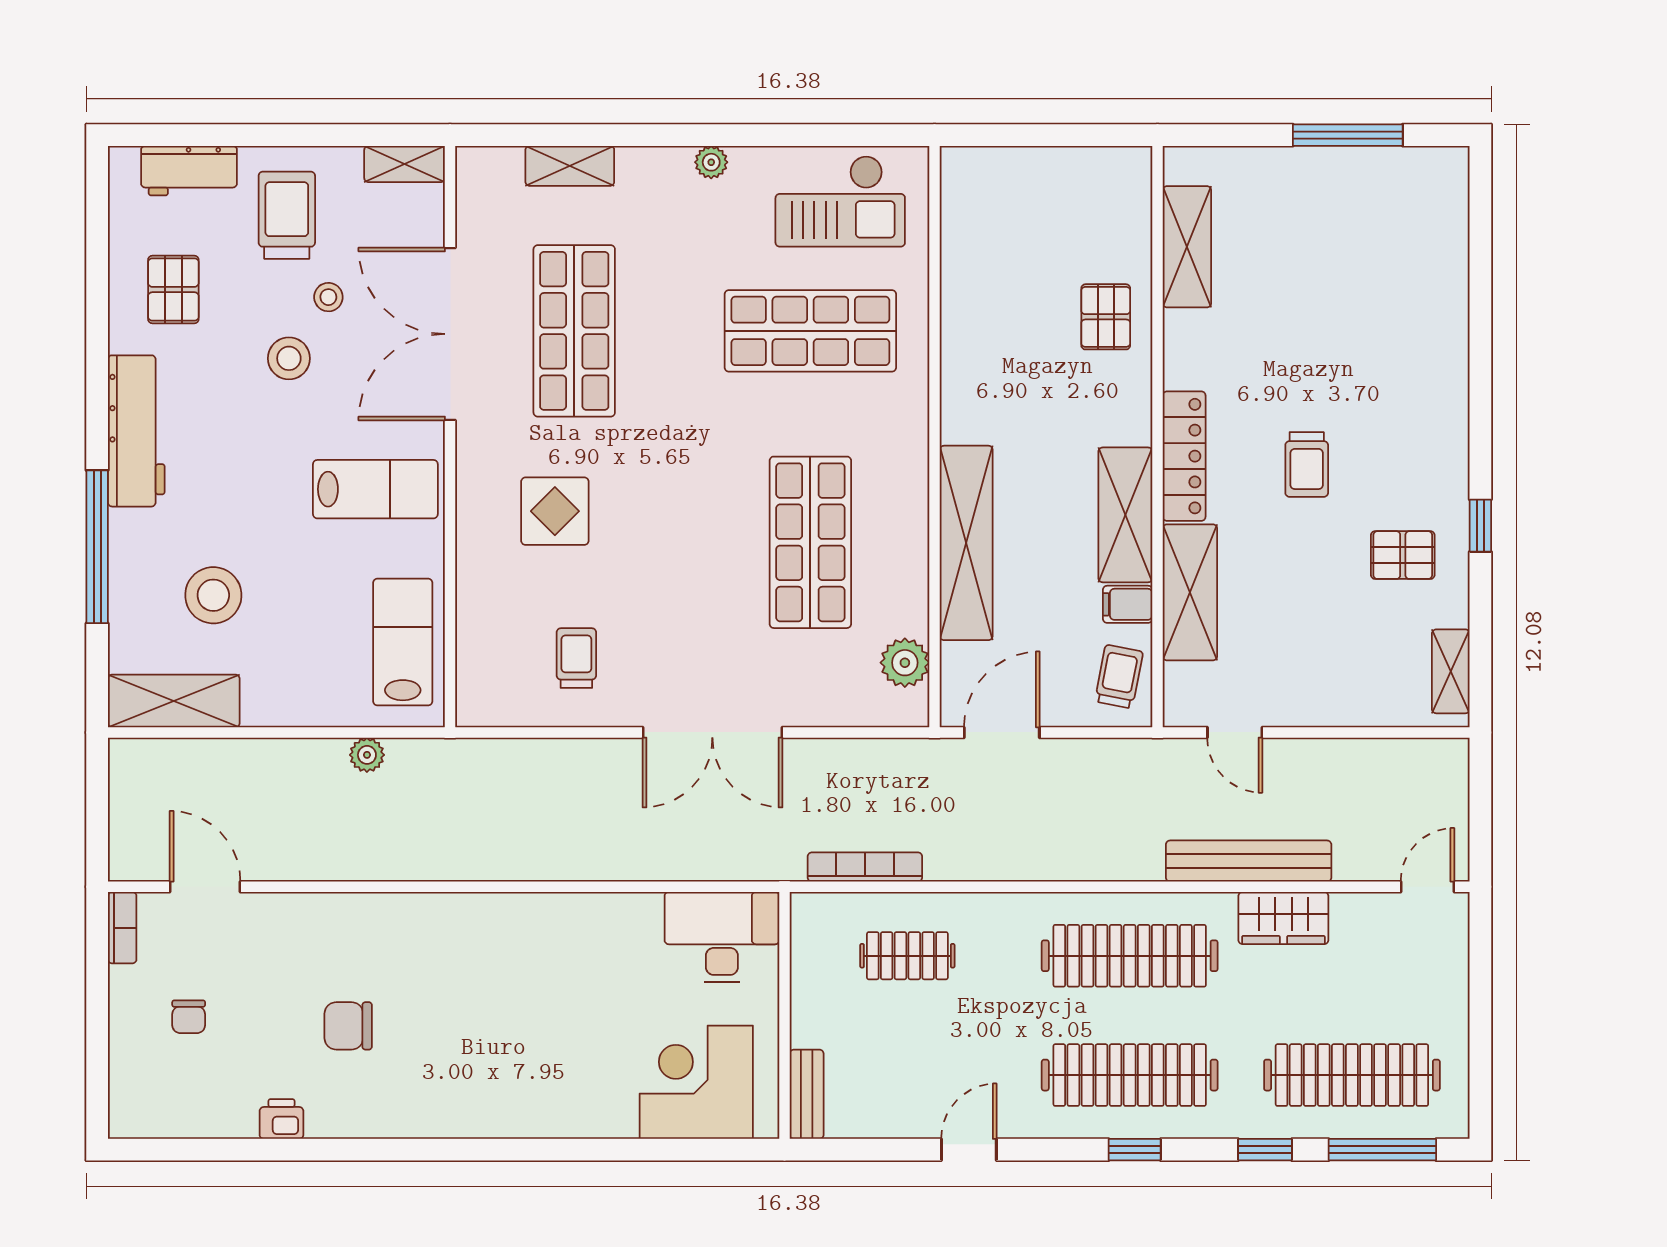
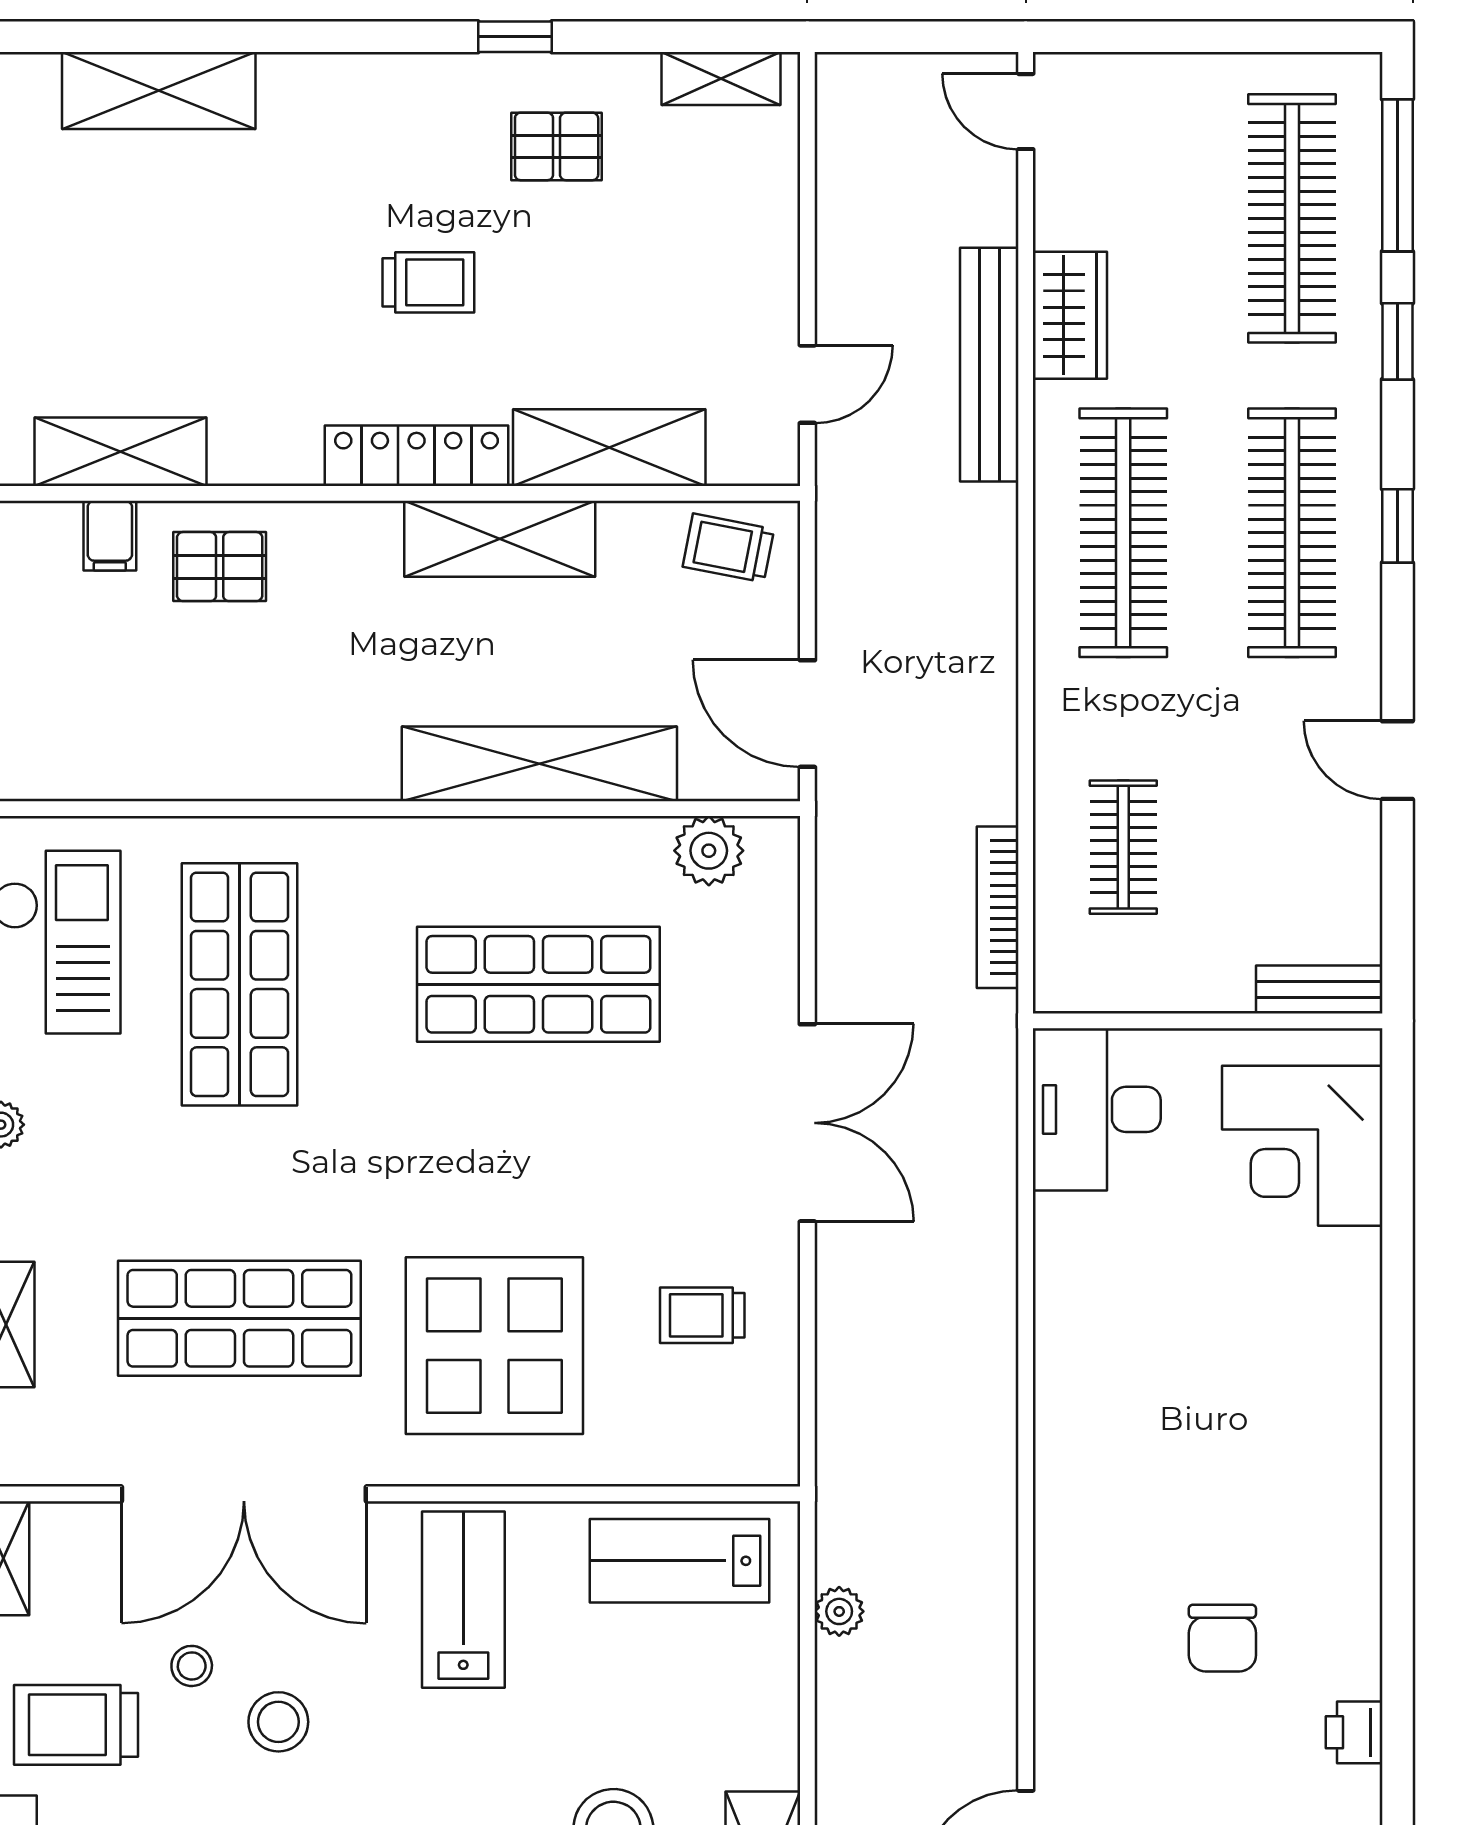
shelving: (1442, 274) -> (159, 91), added
display table: (555, 511) -> (494, 1346), width x1.86, depth x1.86
pallet: (1403, 555) -> (557, 146), turned 90
filing cabinet: (1128, 604) -> (110, 536), moved

